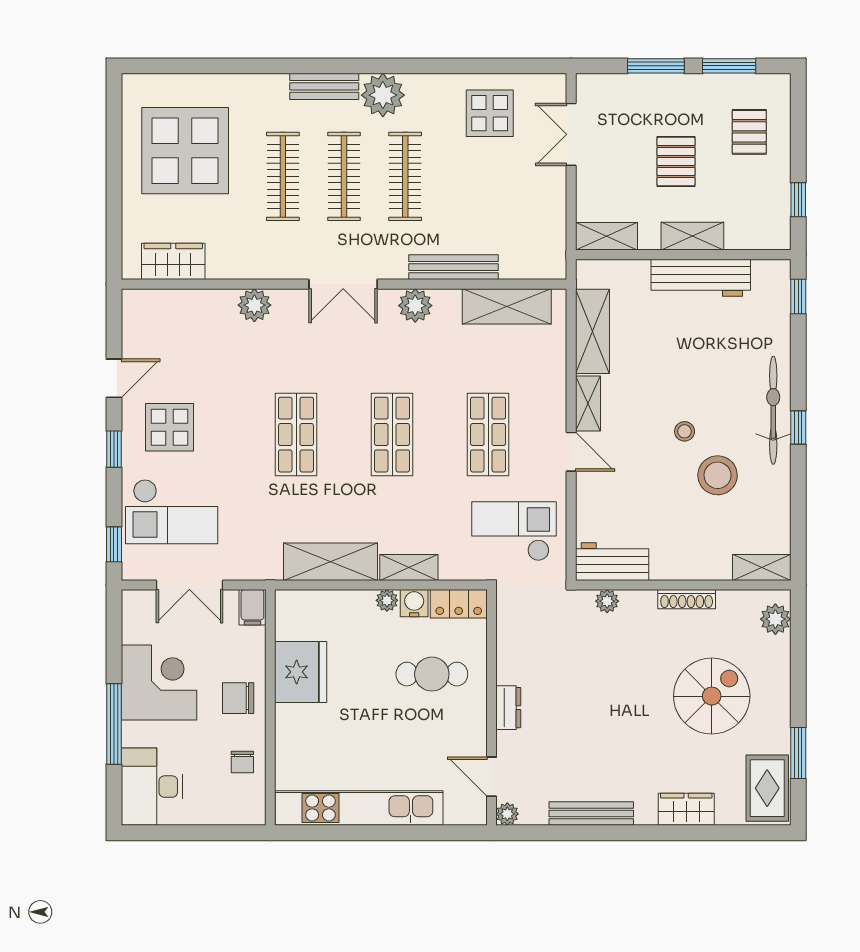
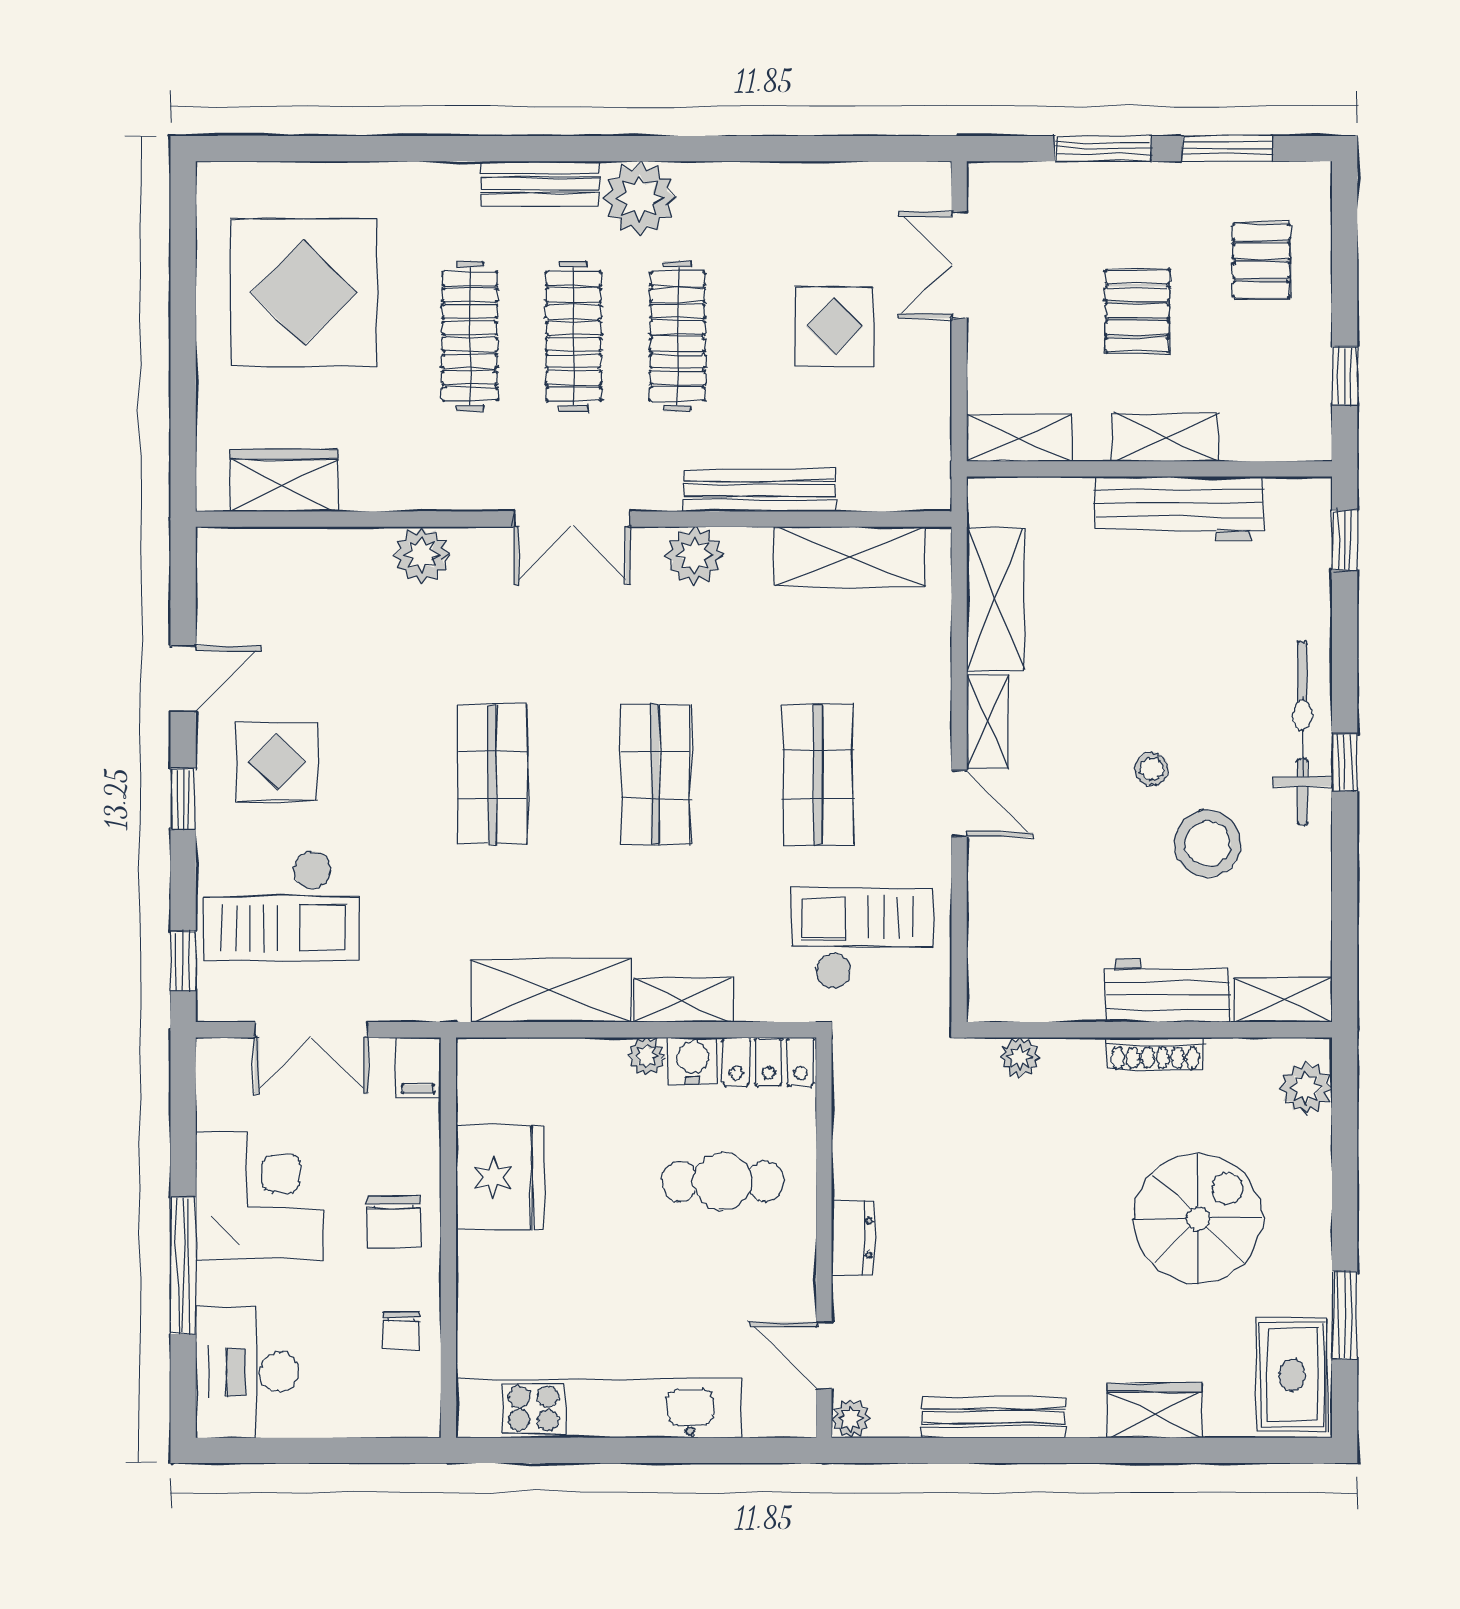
display table: (490, 113) -> (835, 326), moved
workbench: (612, 562) -> (1167, 990), moved
chair: (238, 698) -> (394, 1222), turned -90

